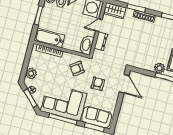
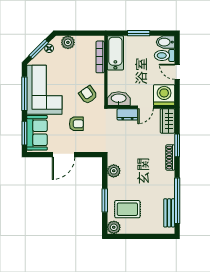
door: (99, 25) -> (145, 107), swing flipped
plant: (160, 68) -> (114, 171), moved
door: (124, 84) -> (63, 155), moved

